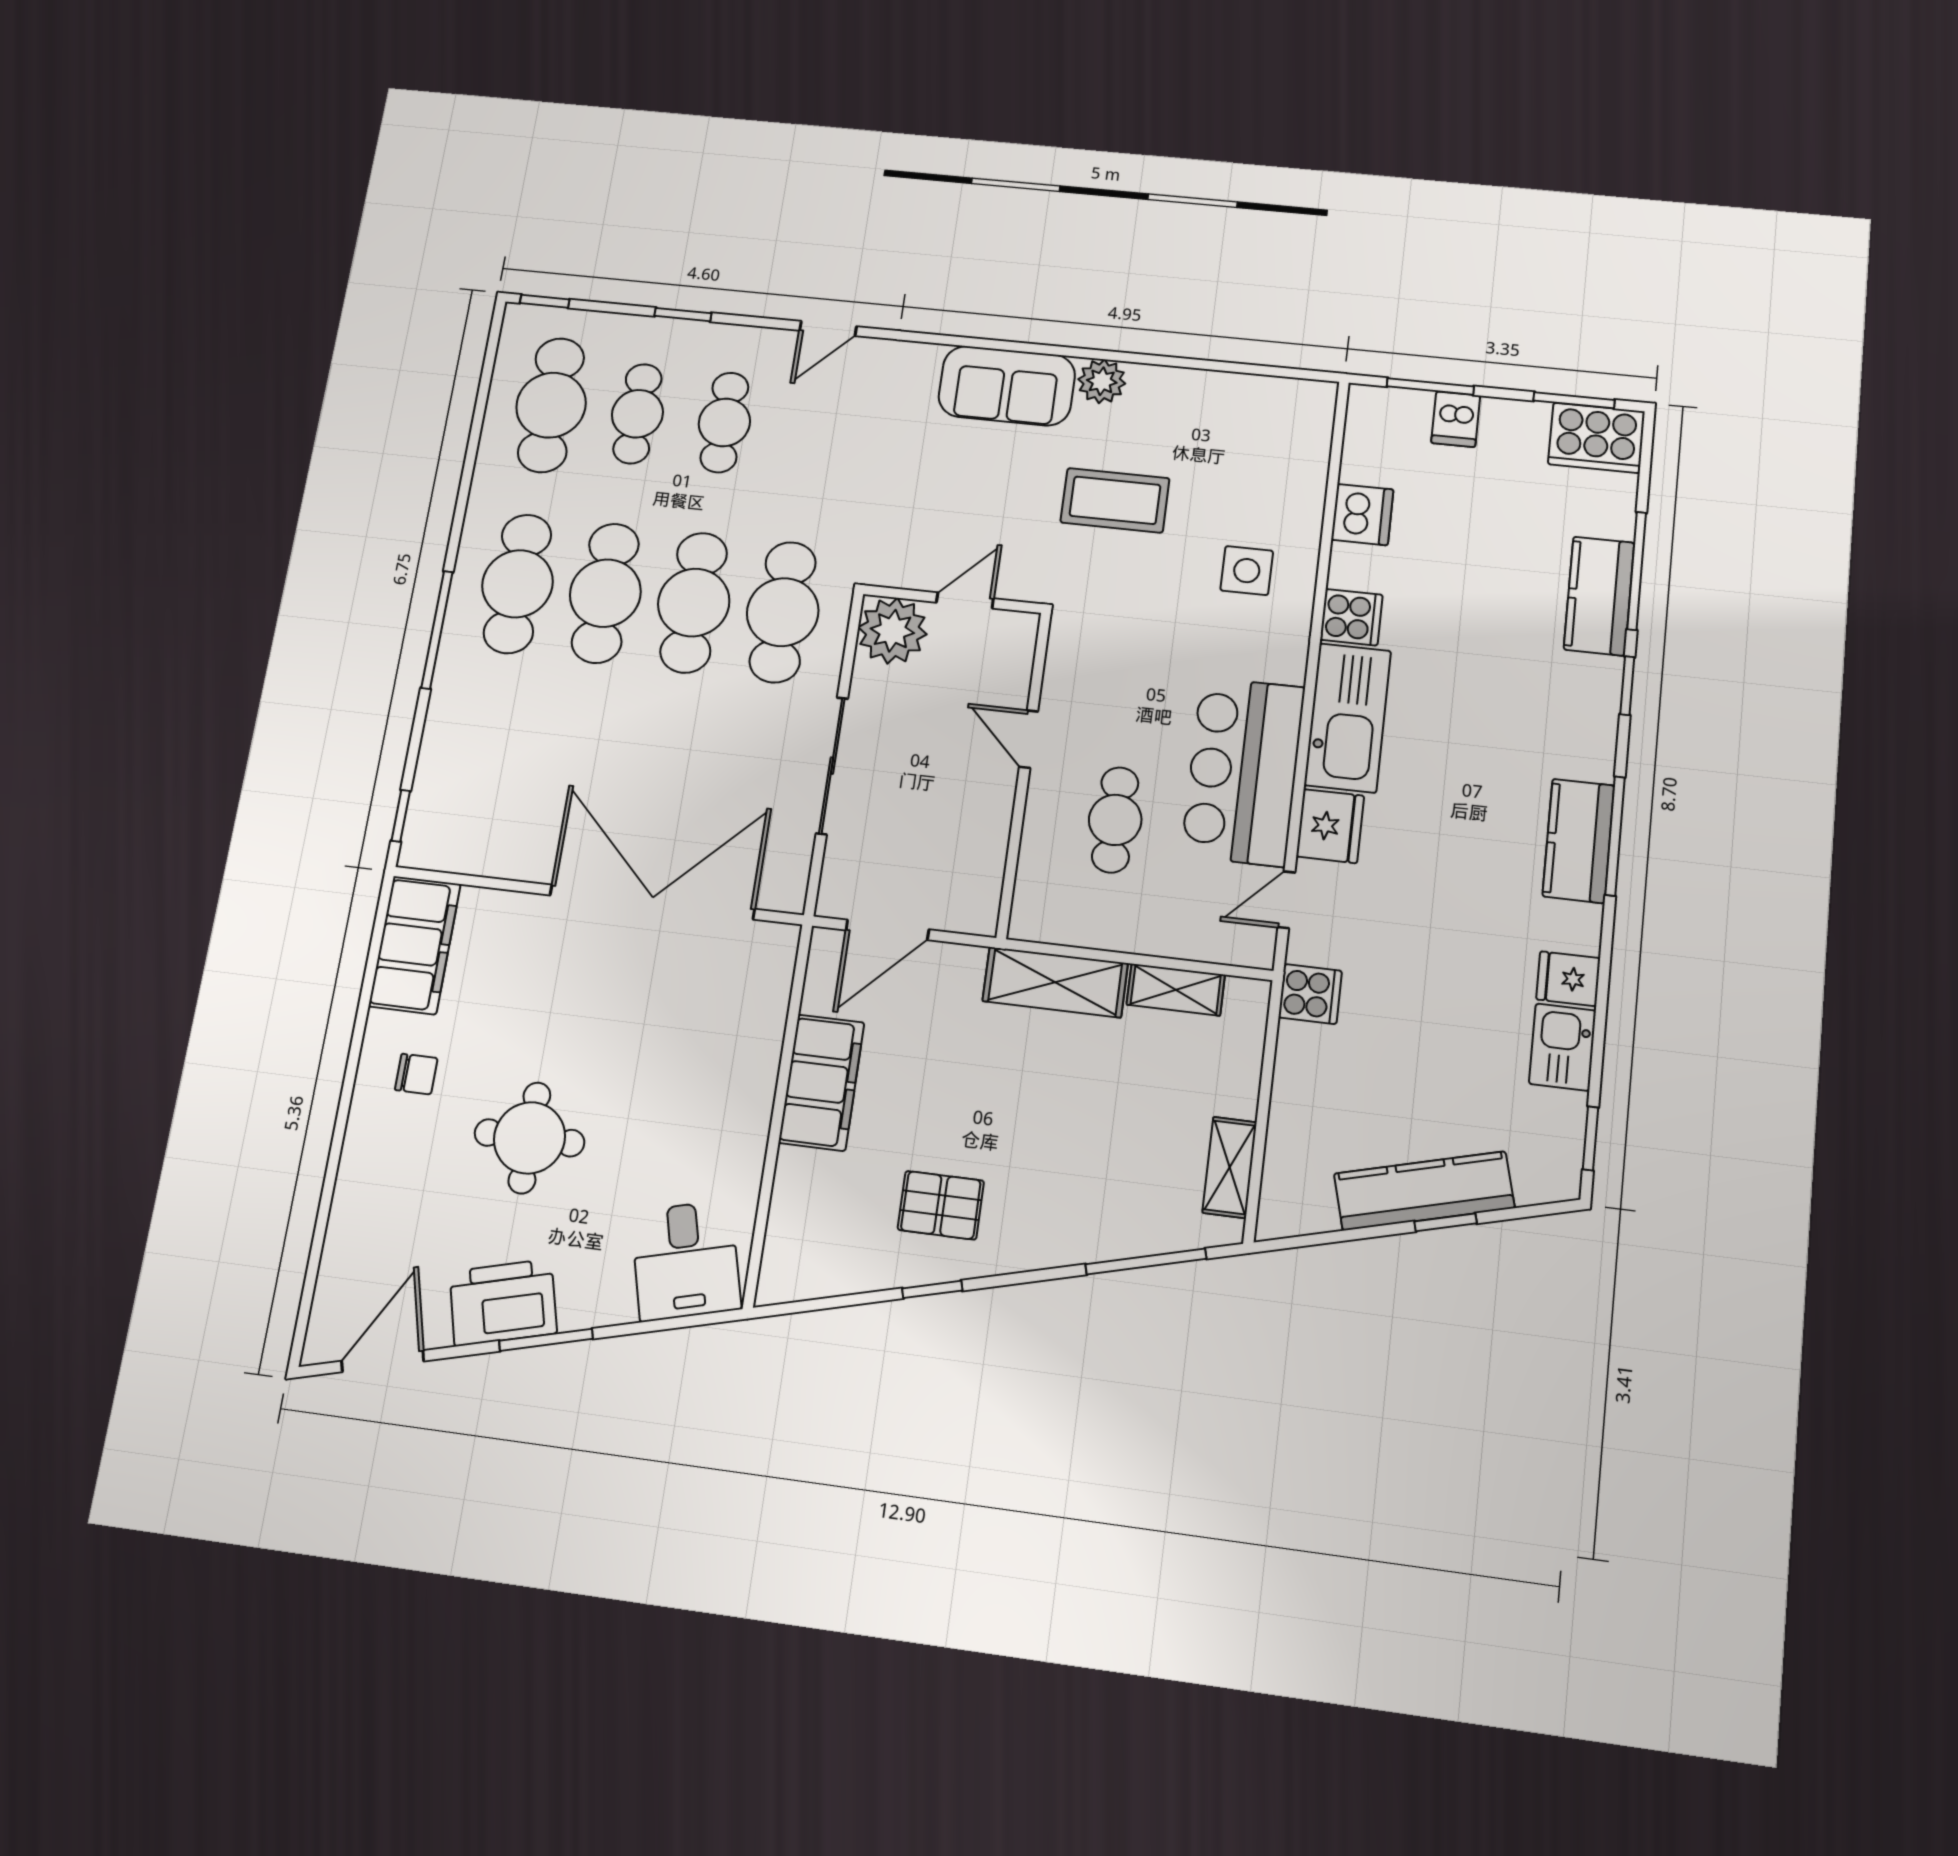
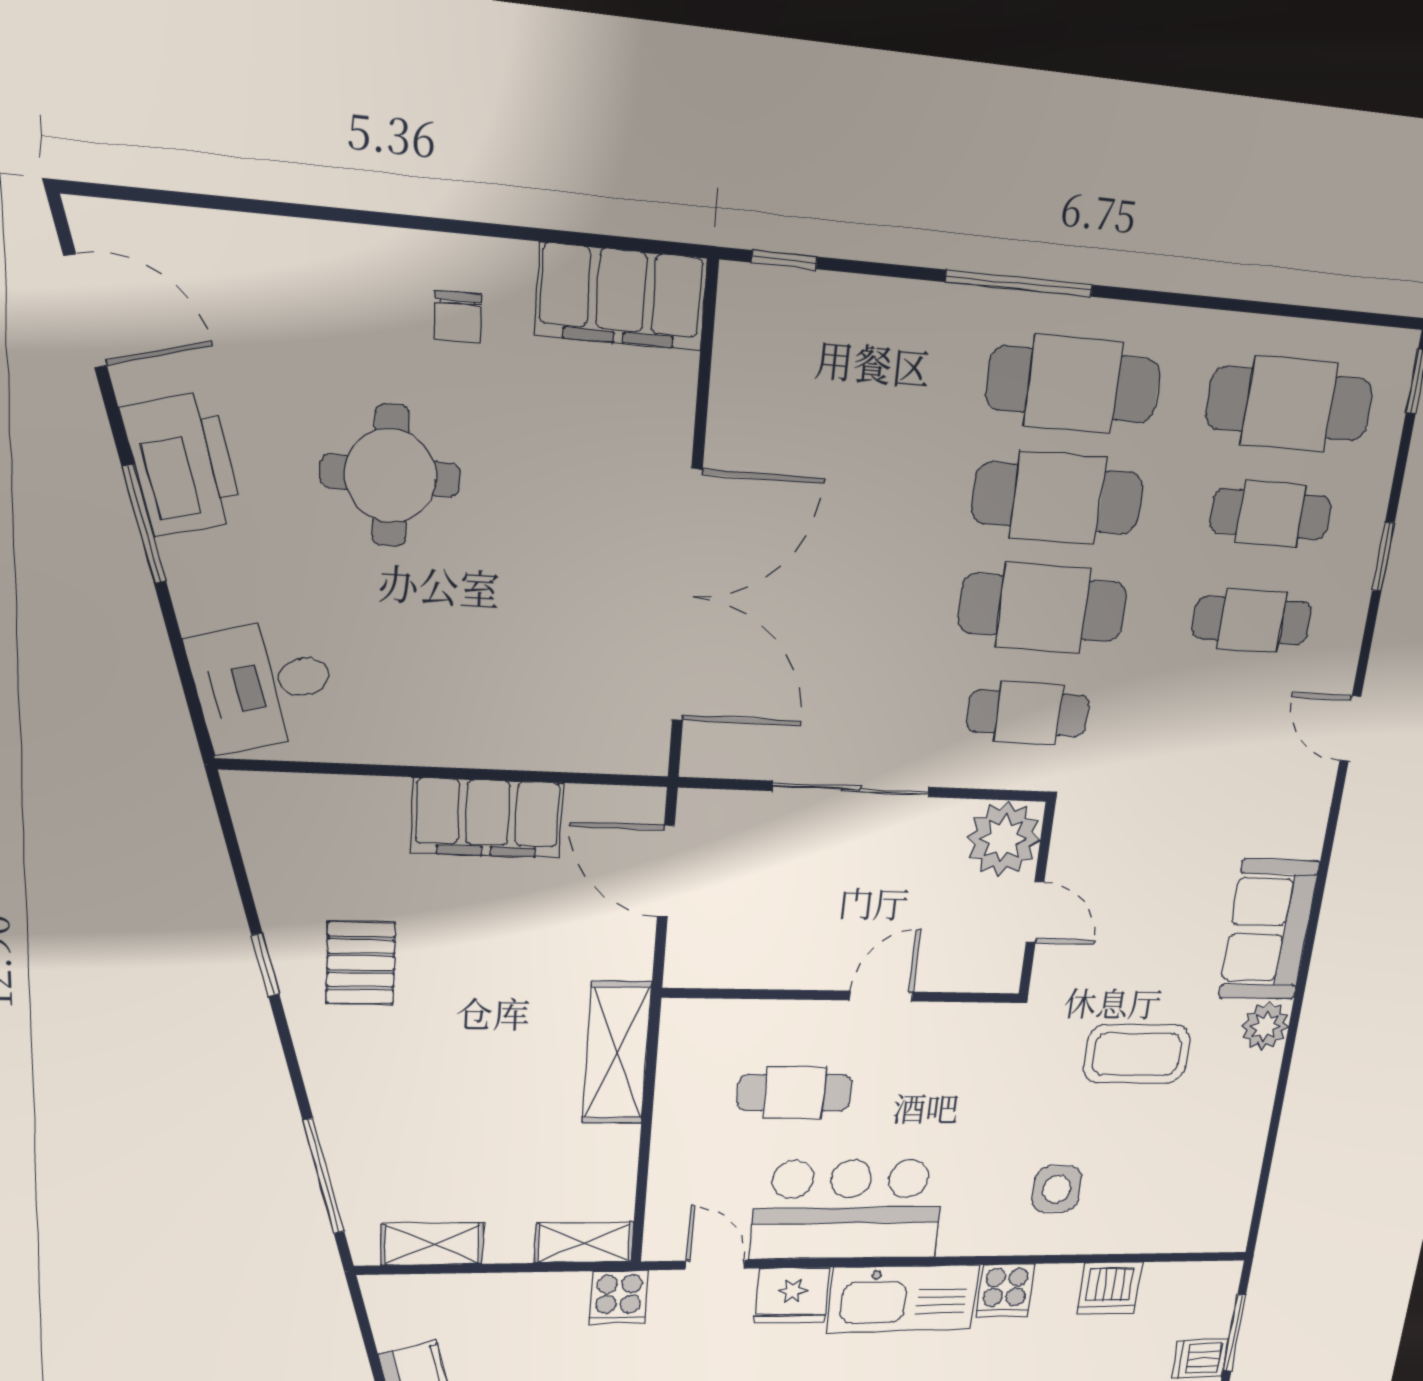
coffee table: (1115, 500) -> (1137, 1054), turned 90
cafe table: (783, 612) -> (1028, 713), width x0.73, depth x0.74
shelving: (1176, 990) -> (584, 1242), moved, turned 90

